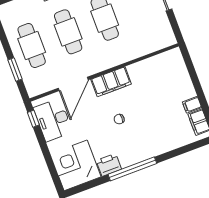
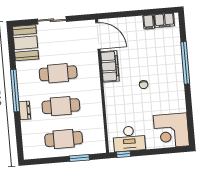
filing cabinet: (111, 82) -> (110, 66), moved
door: (73, 84) -> (98, 36), moved
printer: (109, 165) -> (178, 103), removed
window: (132, 169) -> (185, 63), moved

